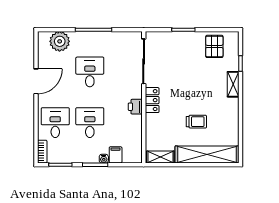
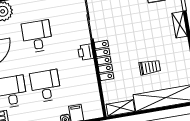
locker: (152, 100) -> (104, 60), width x1.53
printer: (135, 107) -> (86, 52), moved

